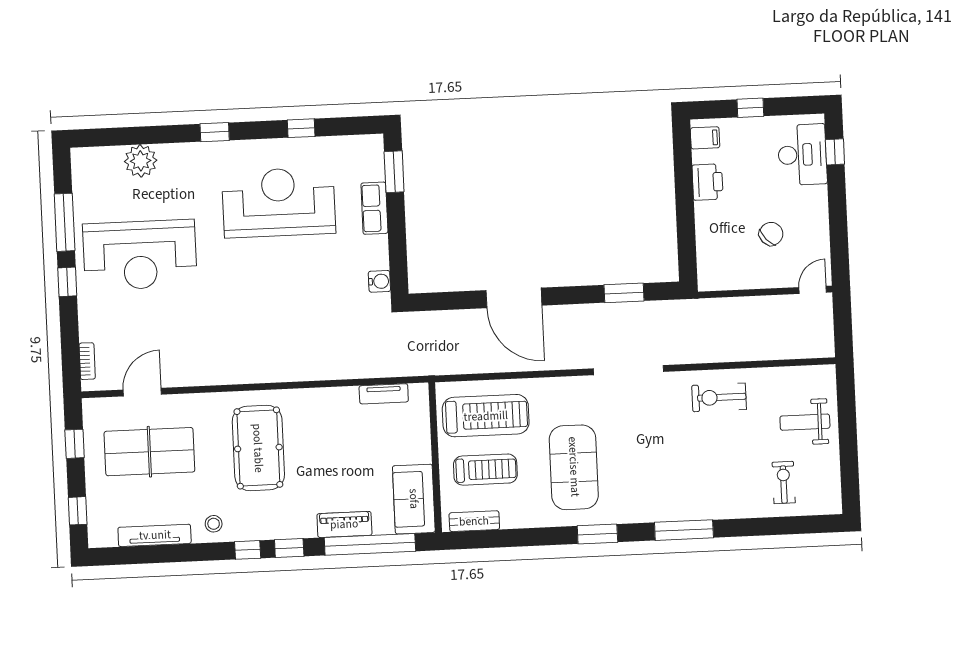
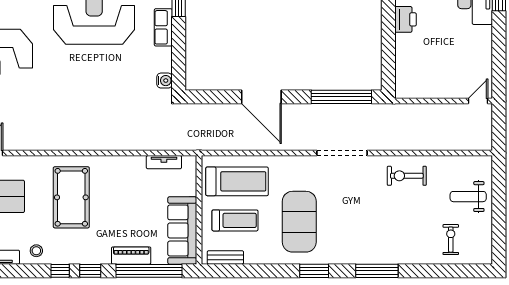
chair: (771, 234) -> (450, 59), removed
window: (624, 293) -> (341, 97), width x2.11
sofa: (414, 499) -> (182, 230), width x1.36

